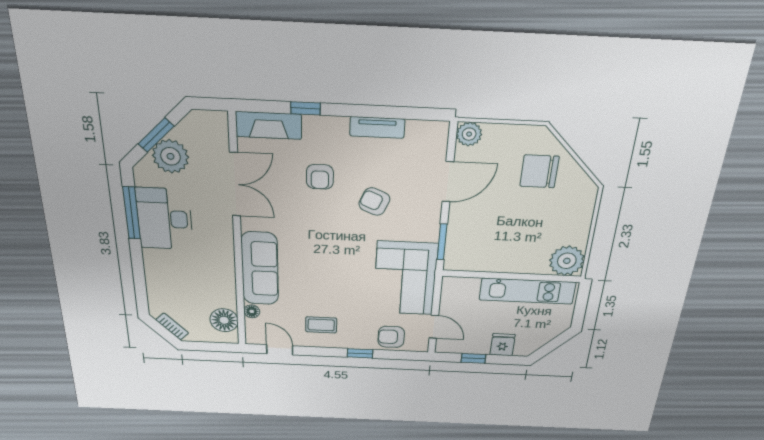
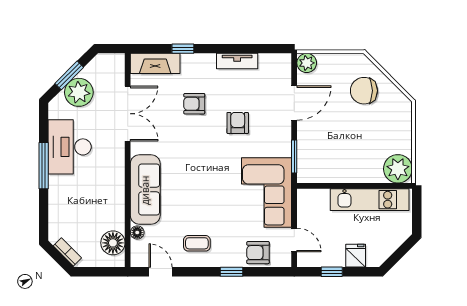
armchair: (320, 177) -> (194, 104), turned 90
armchair: (374, 202) -> (238, 123), turned 67
window: (132, 213) -> (44, 166), moved

